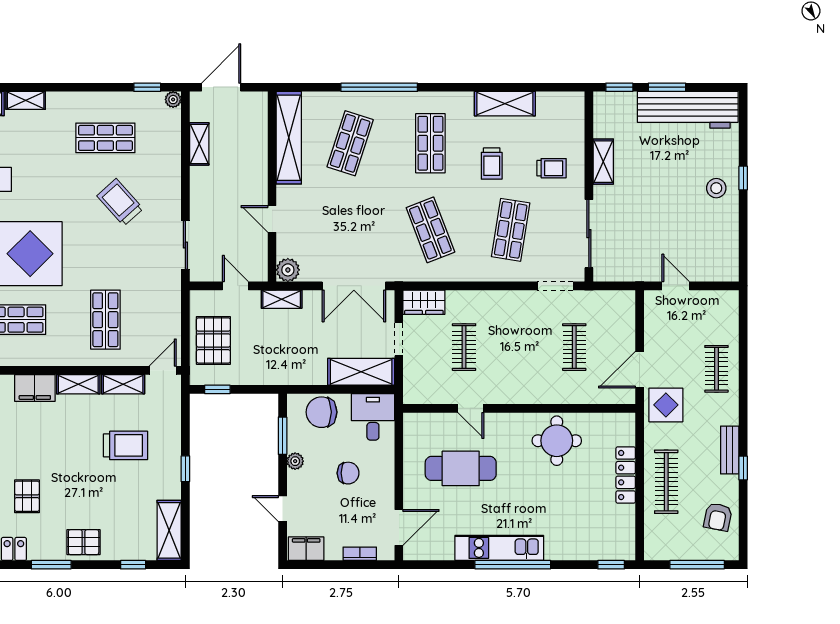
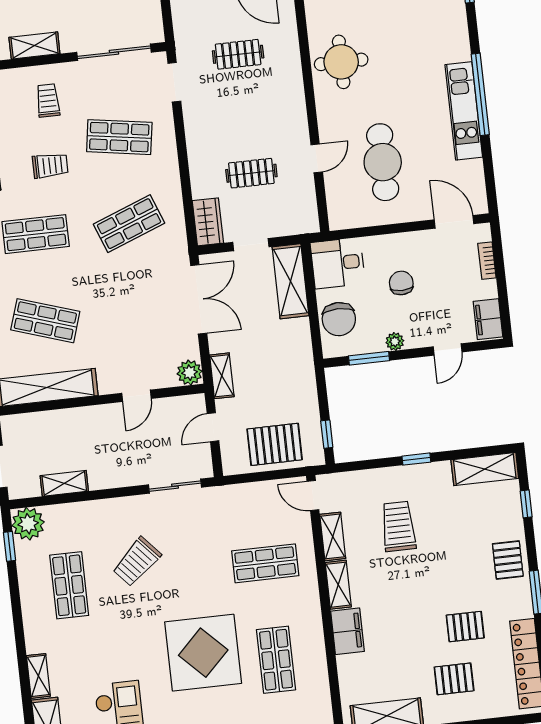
plant: (173, 100) -> (28, 524), width x1.88, depth x1.88

